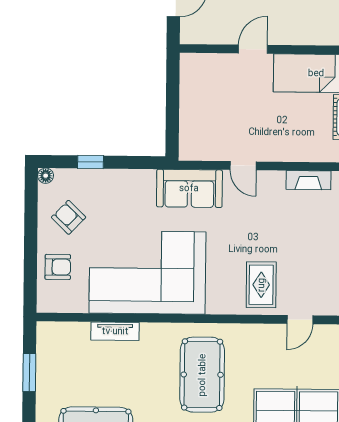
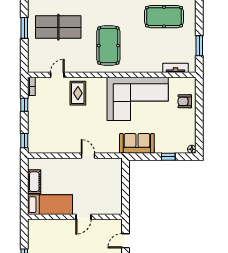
fireplace: (308, 180) -> (54, 148), removed
sofa: (189, 188) -> (137, 143), moved
armchair: (69, 217) -> (179, 127), removed
tv unit: (115, 331) -> (175, 68), moved

